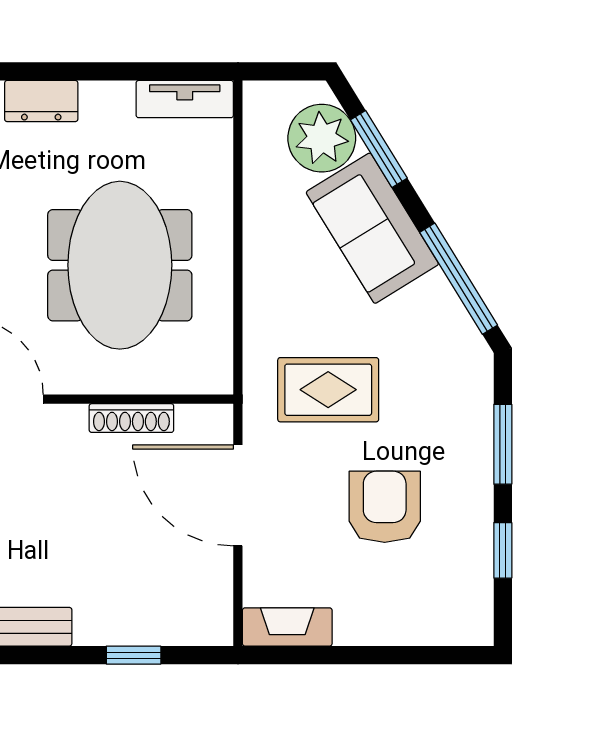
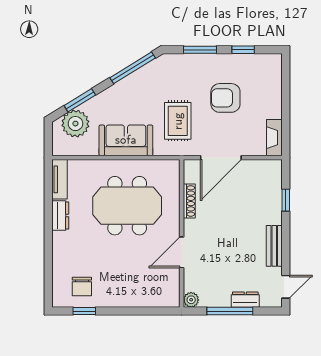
dresser: (41, 101) -> (60, 215), moved
sofa: (372, 228) -> (126, 140), moved, turned -148

